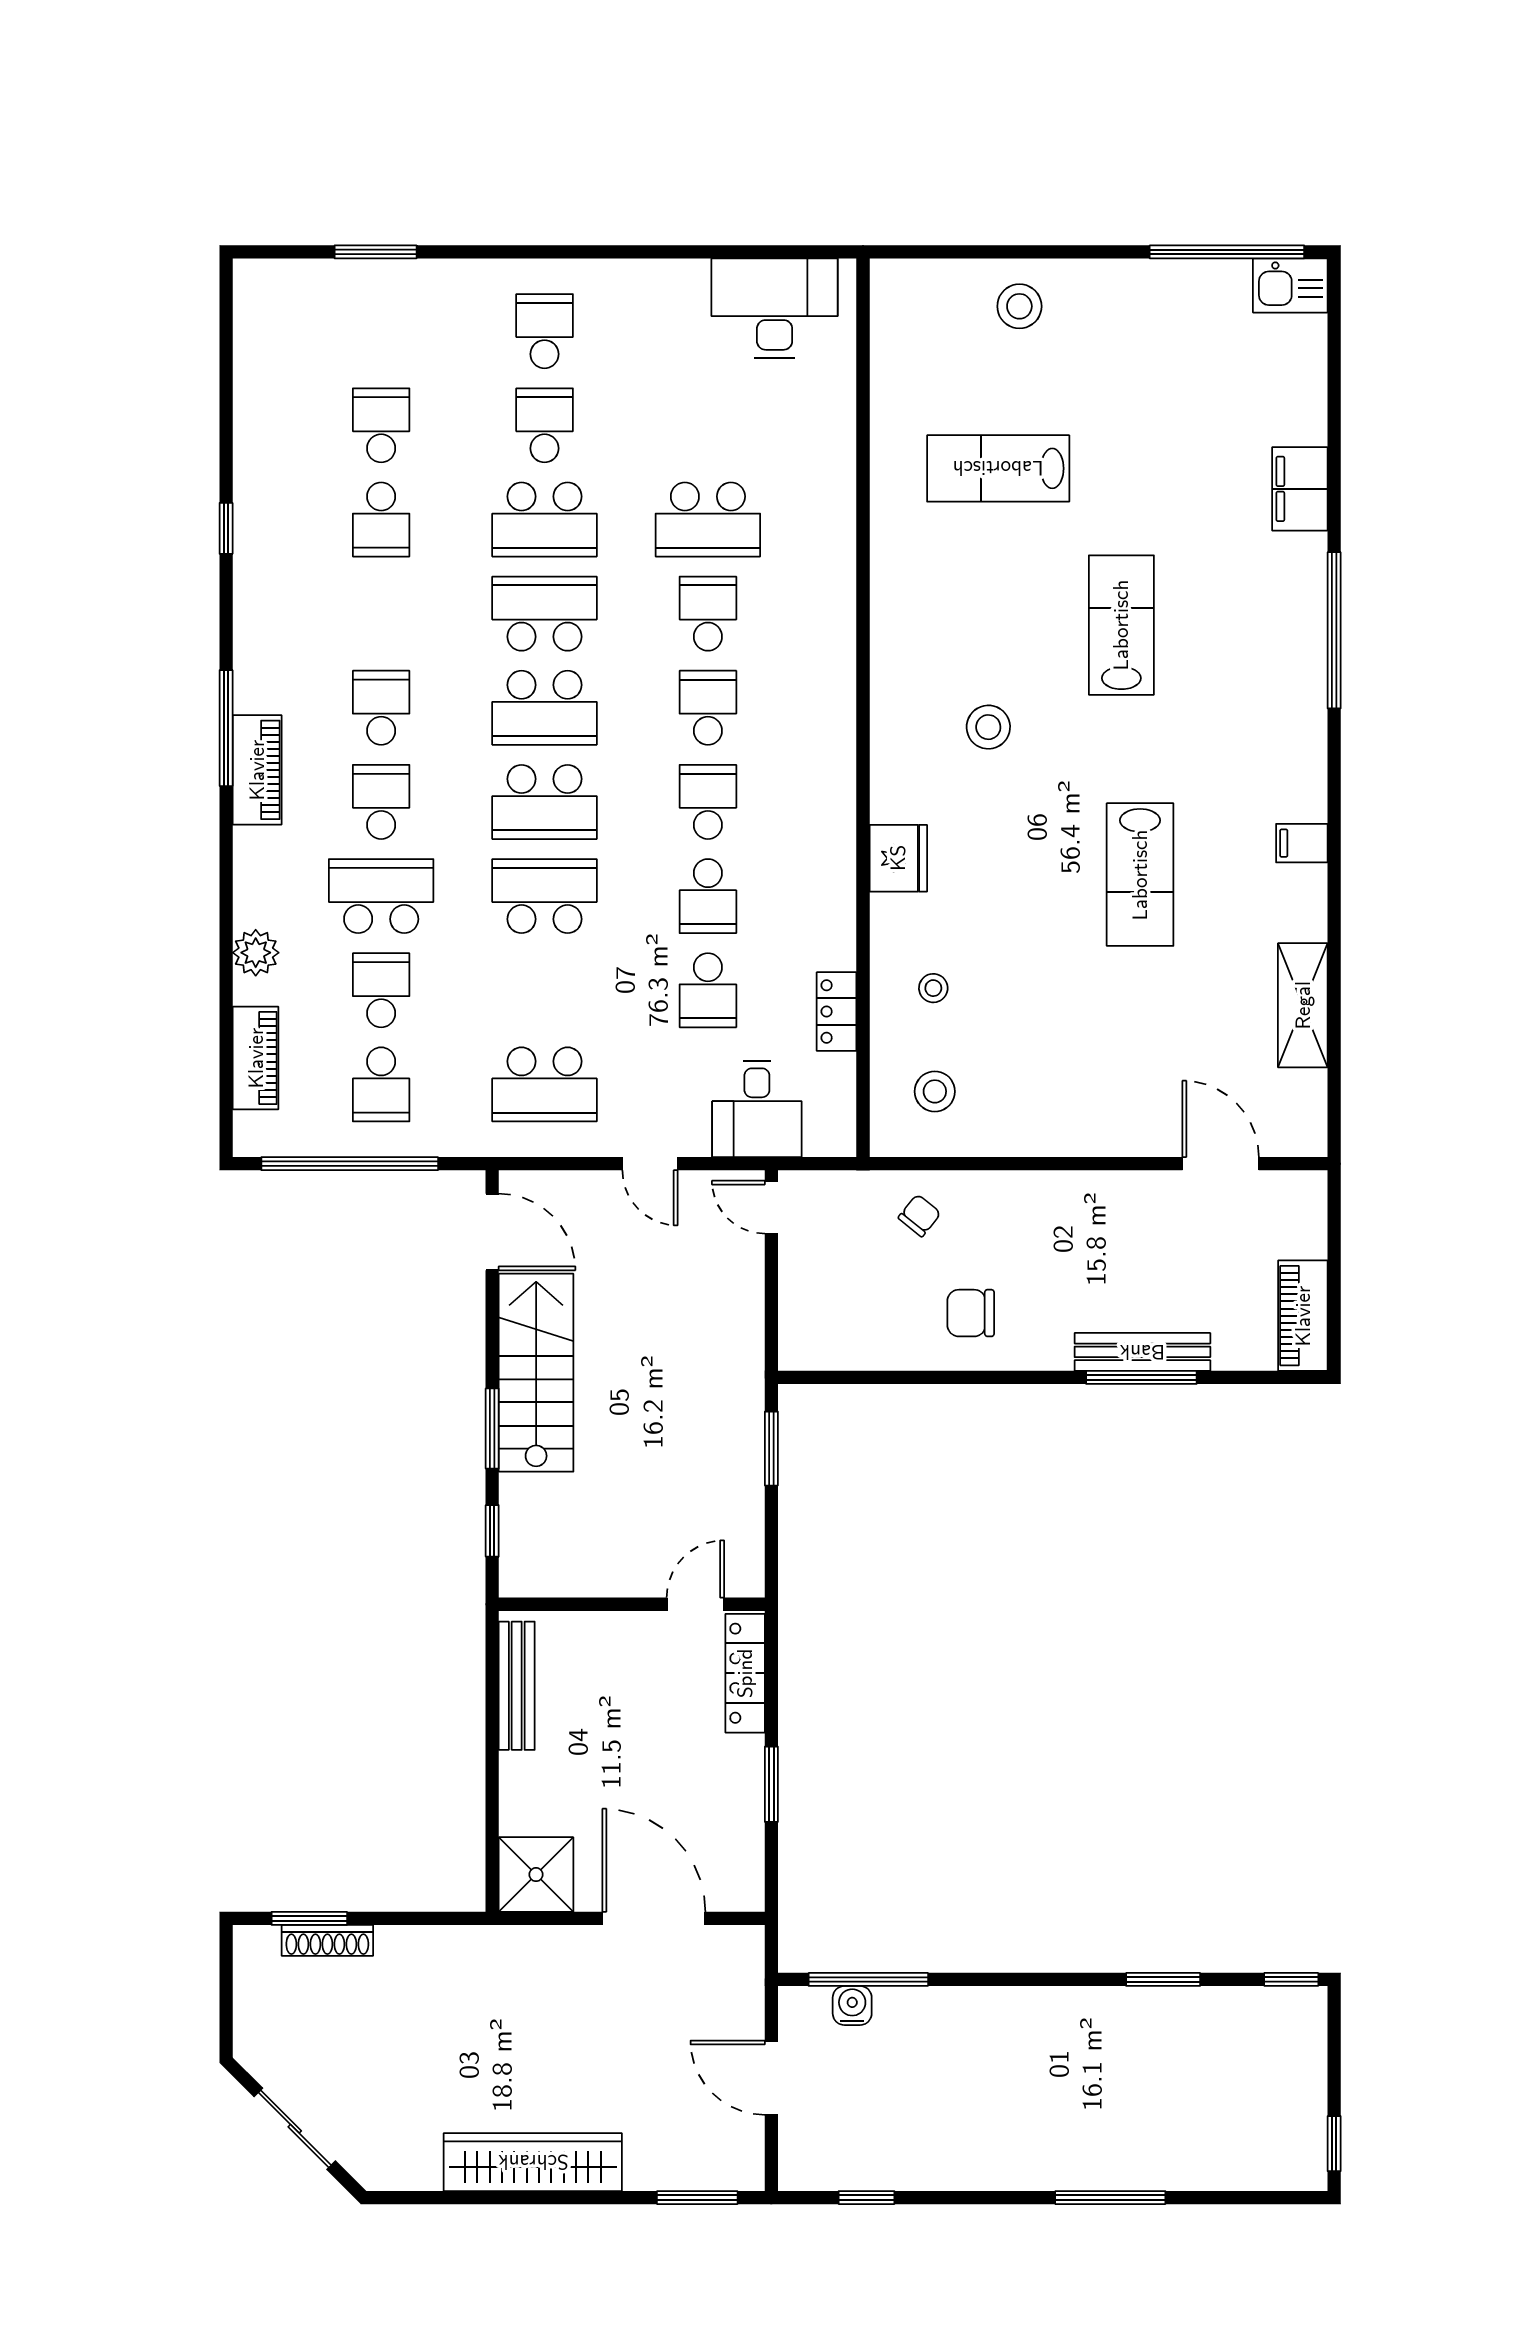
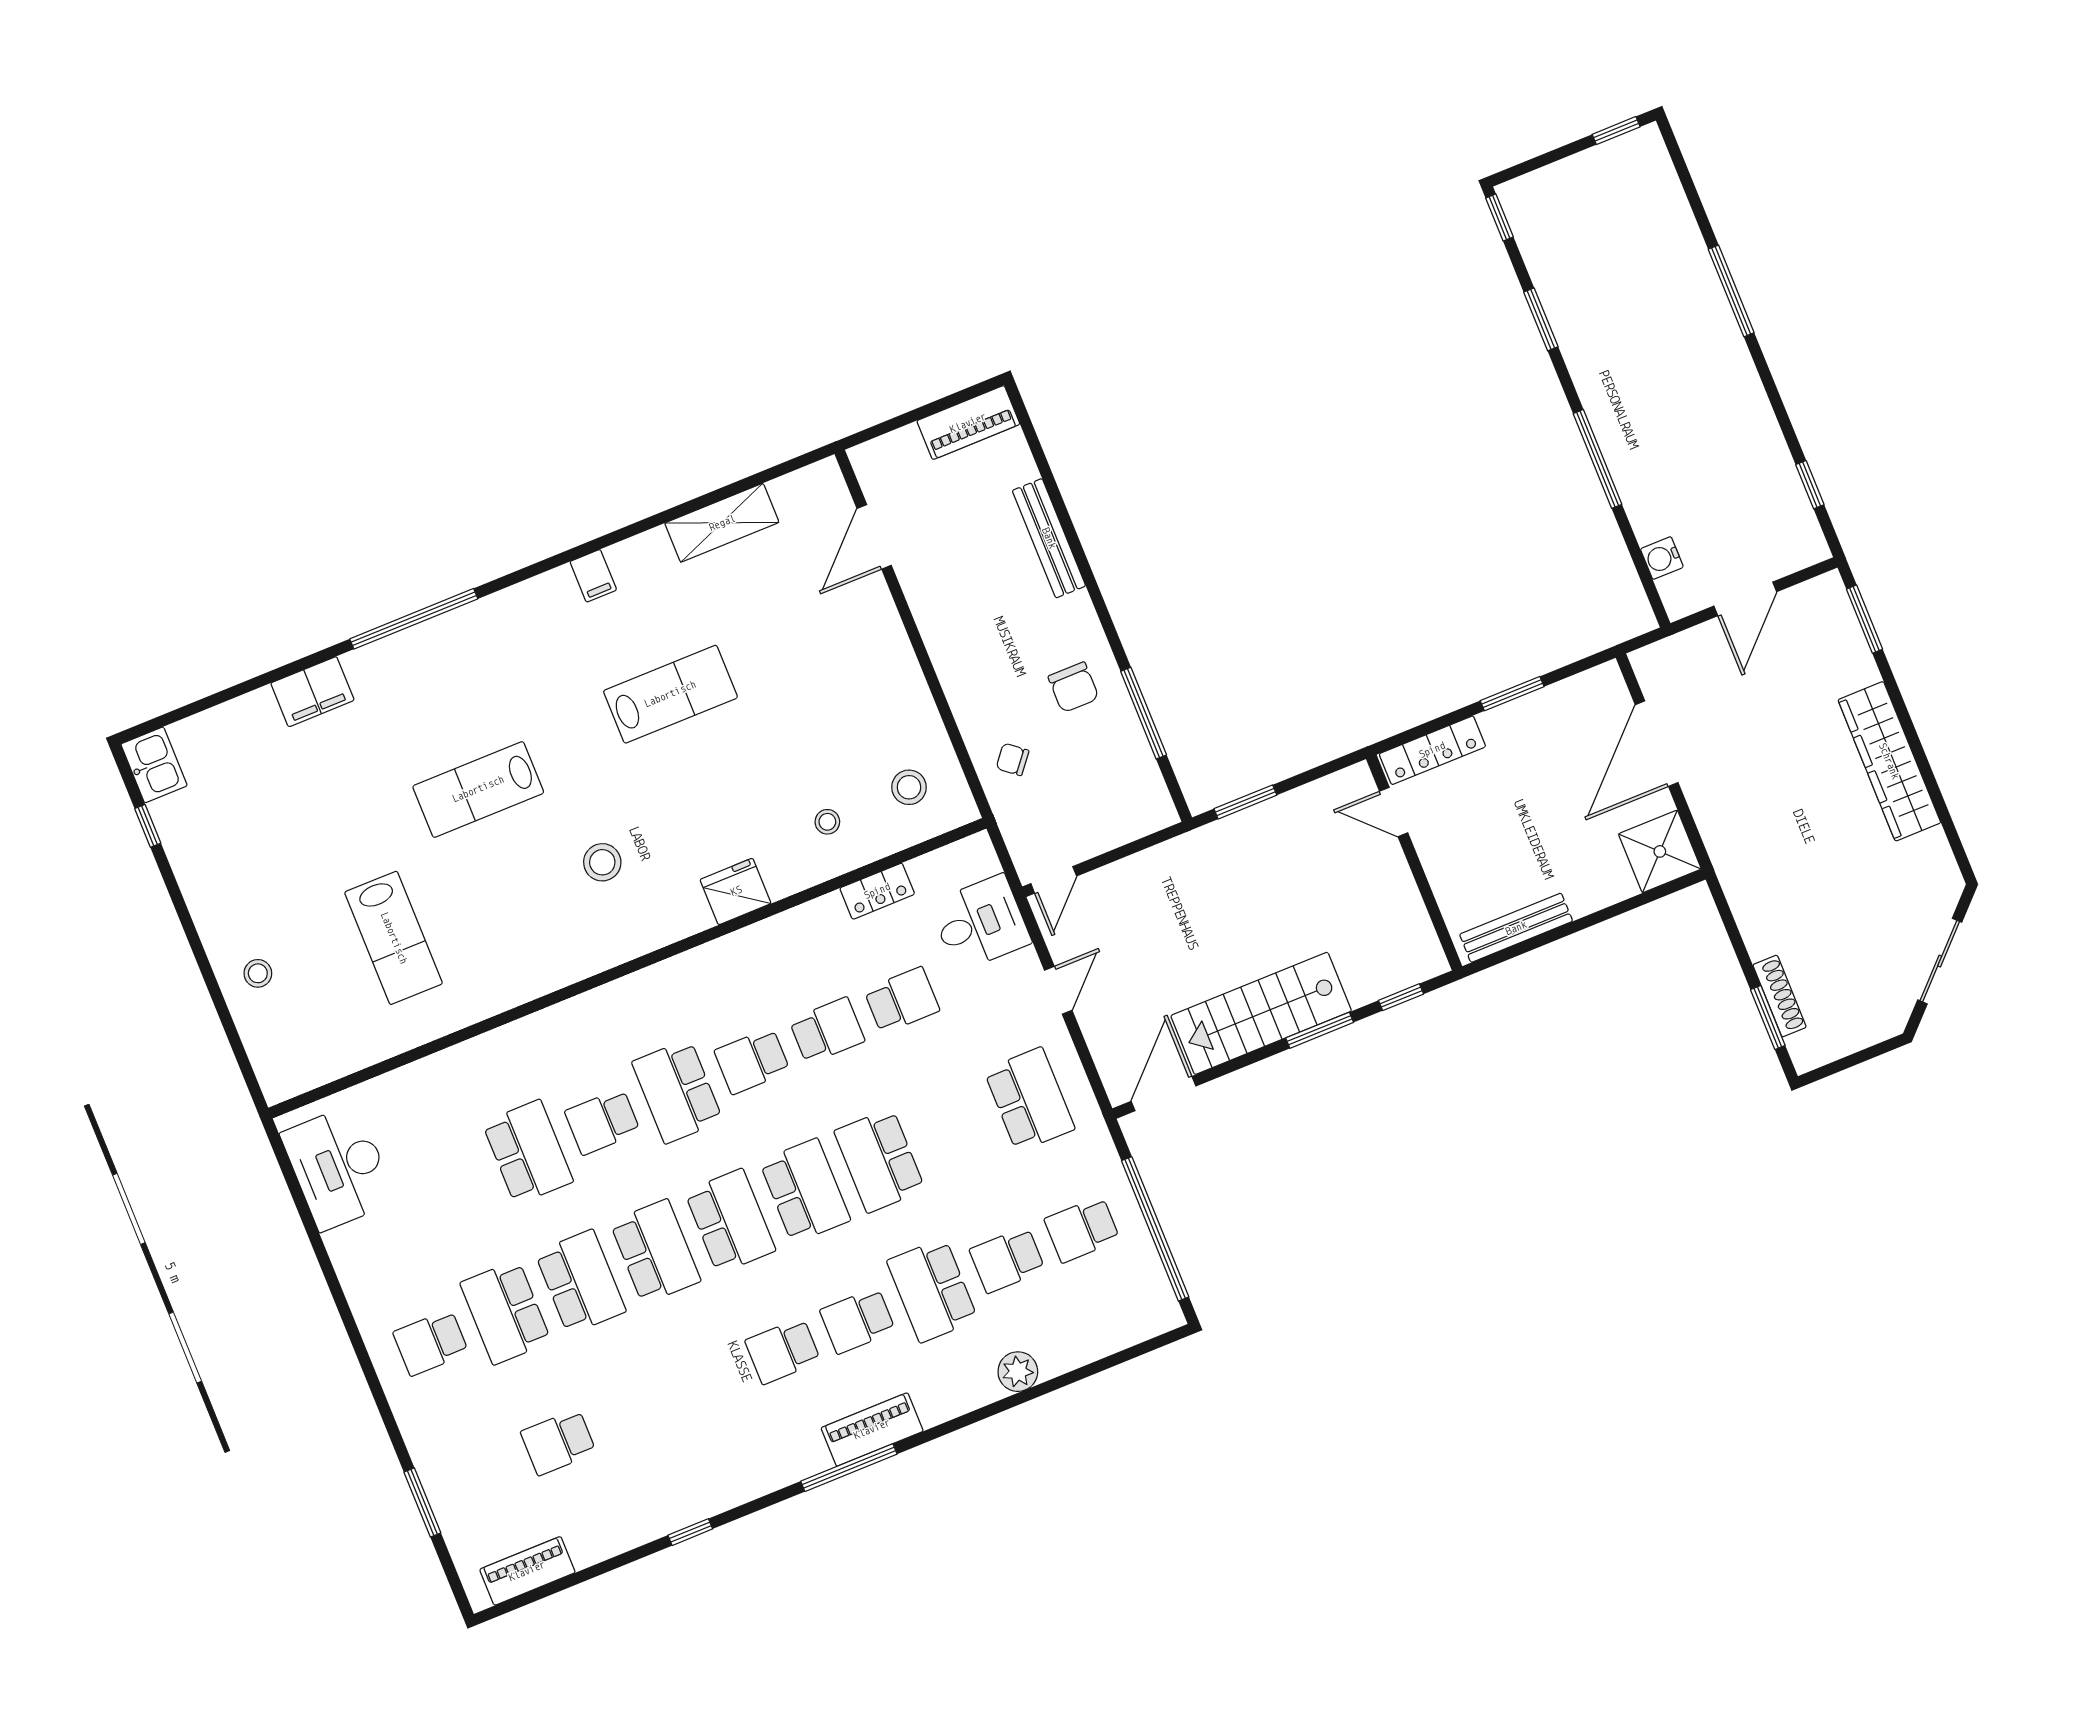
window: (1227, 252) -> (148, 826), width x0.32
stool: (1019, 306) -> (258, 973), width x0.73, depth x0.73
school desk: (545, 425) -> (506, 1312), width x1.85
school desk: (381, 519) -> (633, 1412), removed
school desk: (545, 614) -> (655, 1252), turned 180
school desk: (708, 708) -> (677, 1091), width x1.85
piano: (256, 1058) -> (527, 1571), moved
school desk: (381, 1084) -> (1082, 1229), turned 180
window: (1141, 1377) -> (1144, 713), moved
window: (868, 1979) -> (1598, 459), moved

